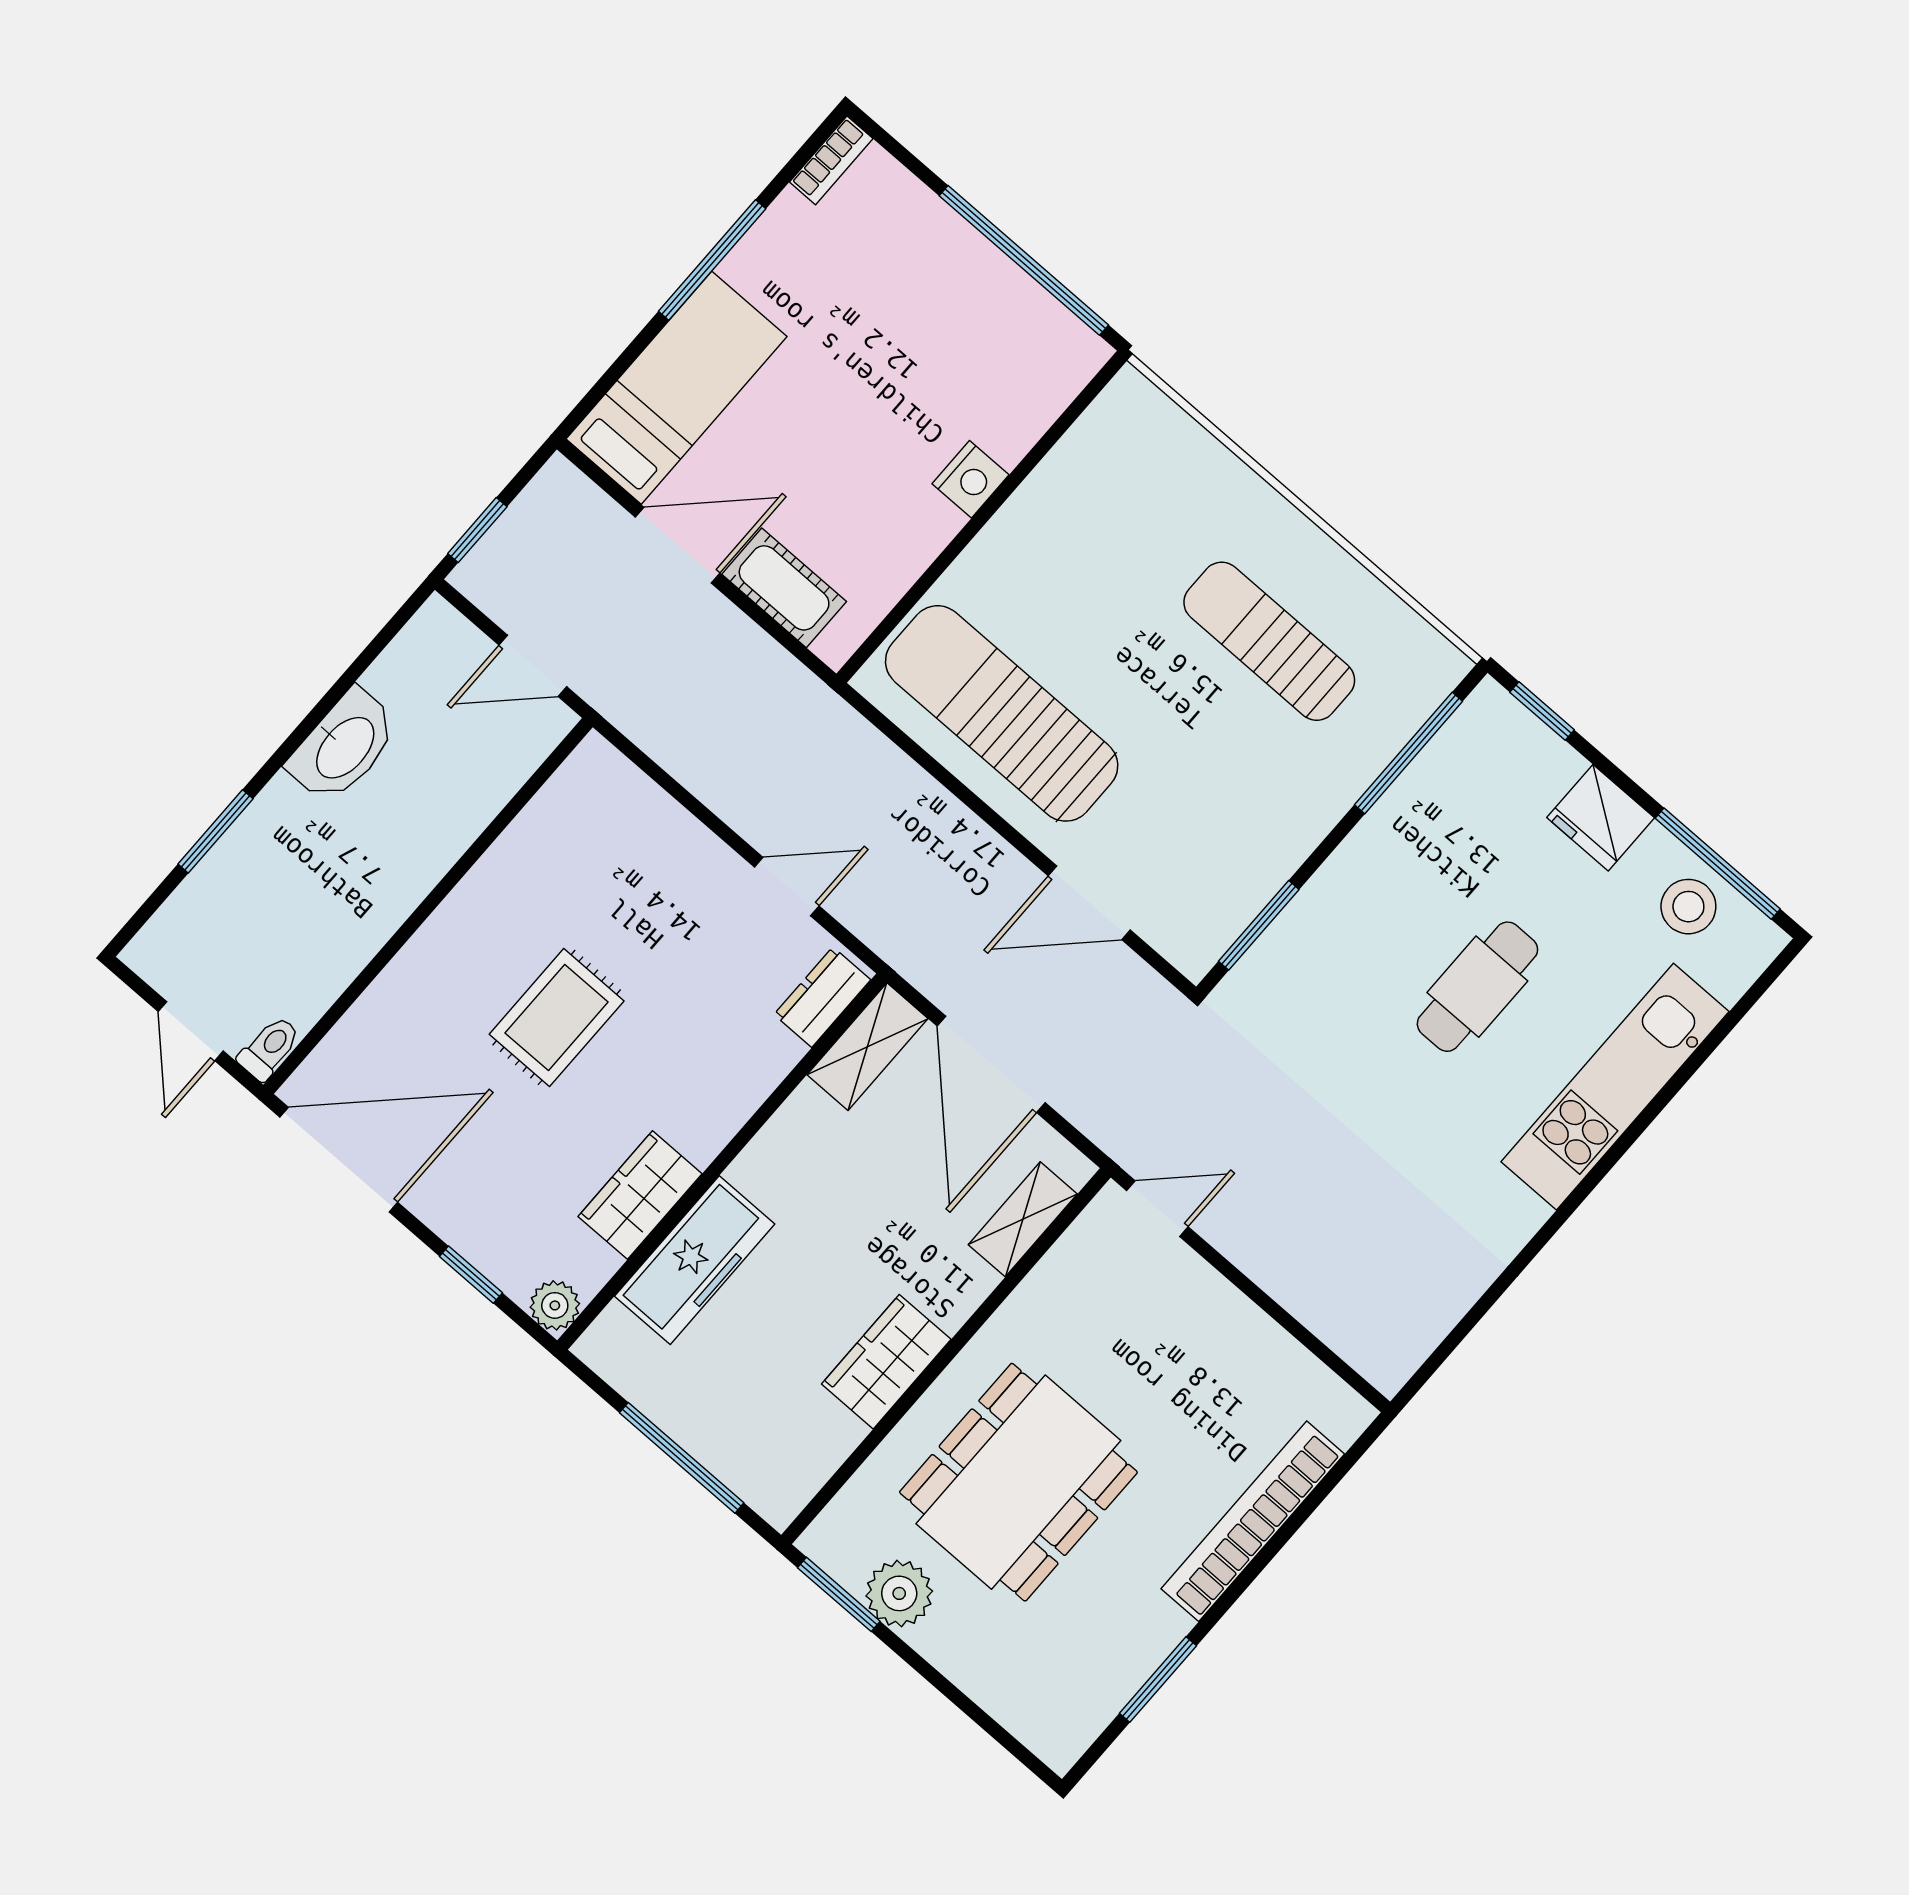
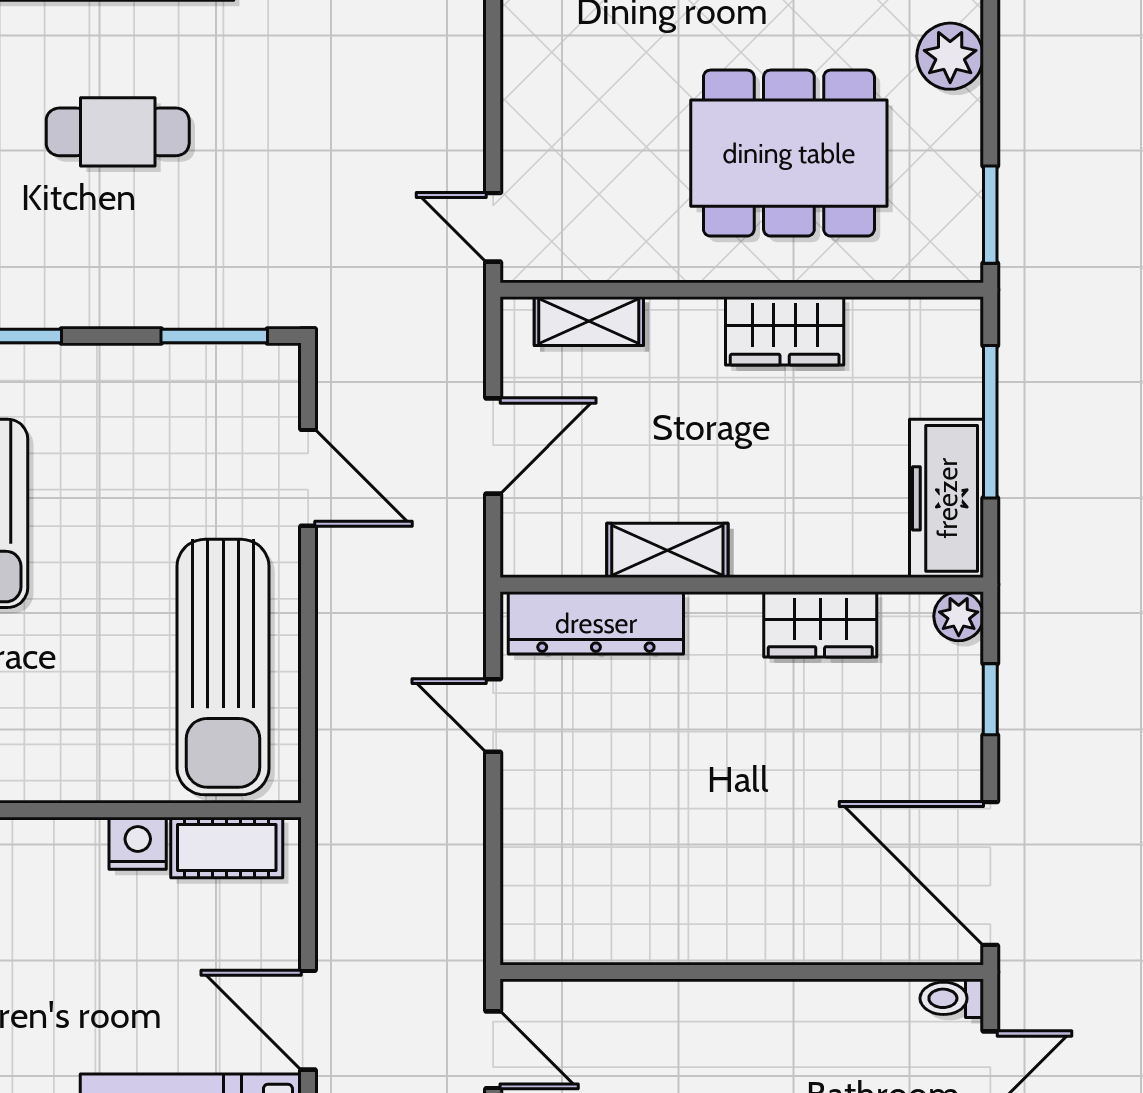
nightstand: (970, 479) -> (138, 843), moved
cot: (784, 588) -> (227, 847), moved, turned 90
dresser: (822, 997) -> (596, 623), width x1.96, depth x1.24
rug: (557, 1018) -> (741, 803), removed
shelving: (867, 1047) -> (667, 550), moved
door: (991, 1064) -> (493, 446), width x0.73
freezer: (695, 1260) -> (947, 498), moved, turned -90
plant: (899, 1593) -> (950, 56), moved

